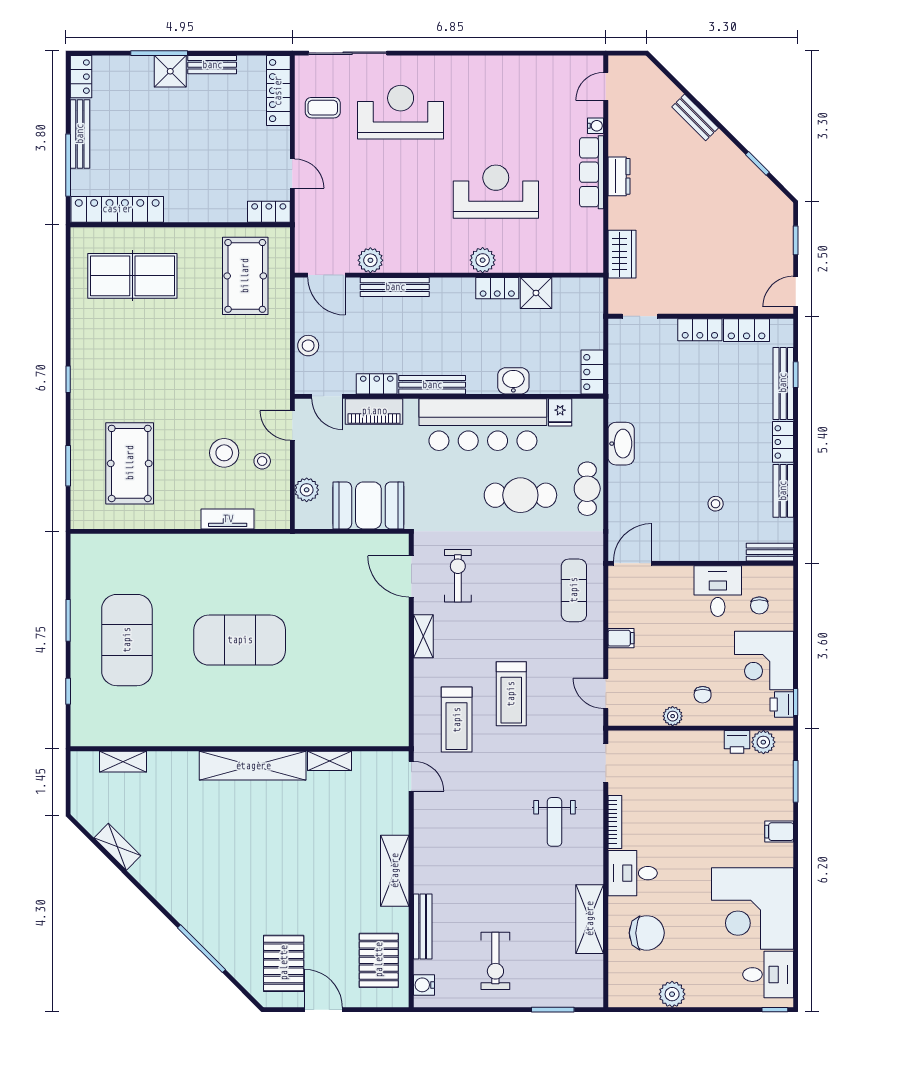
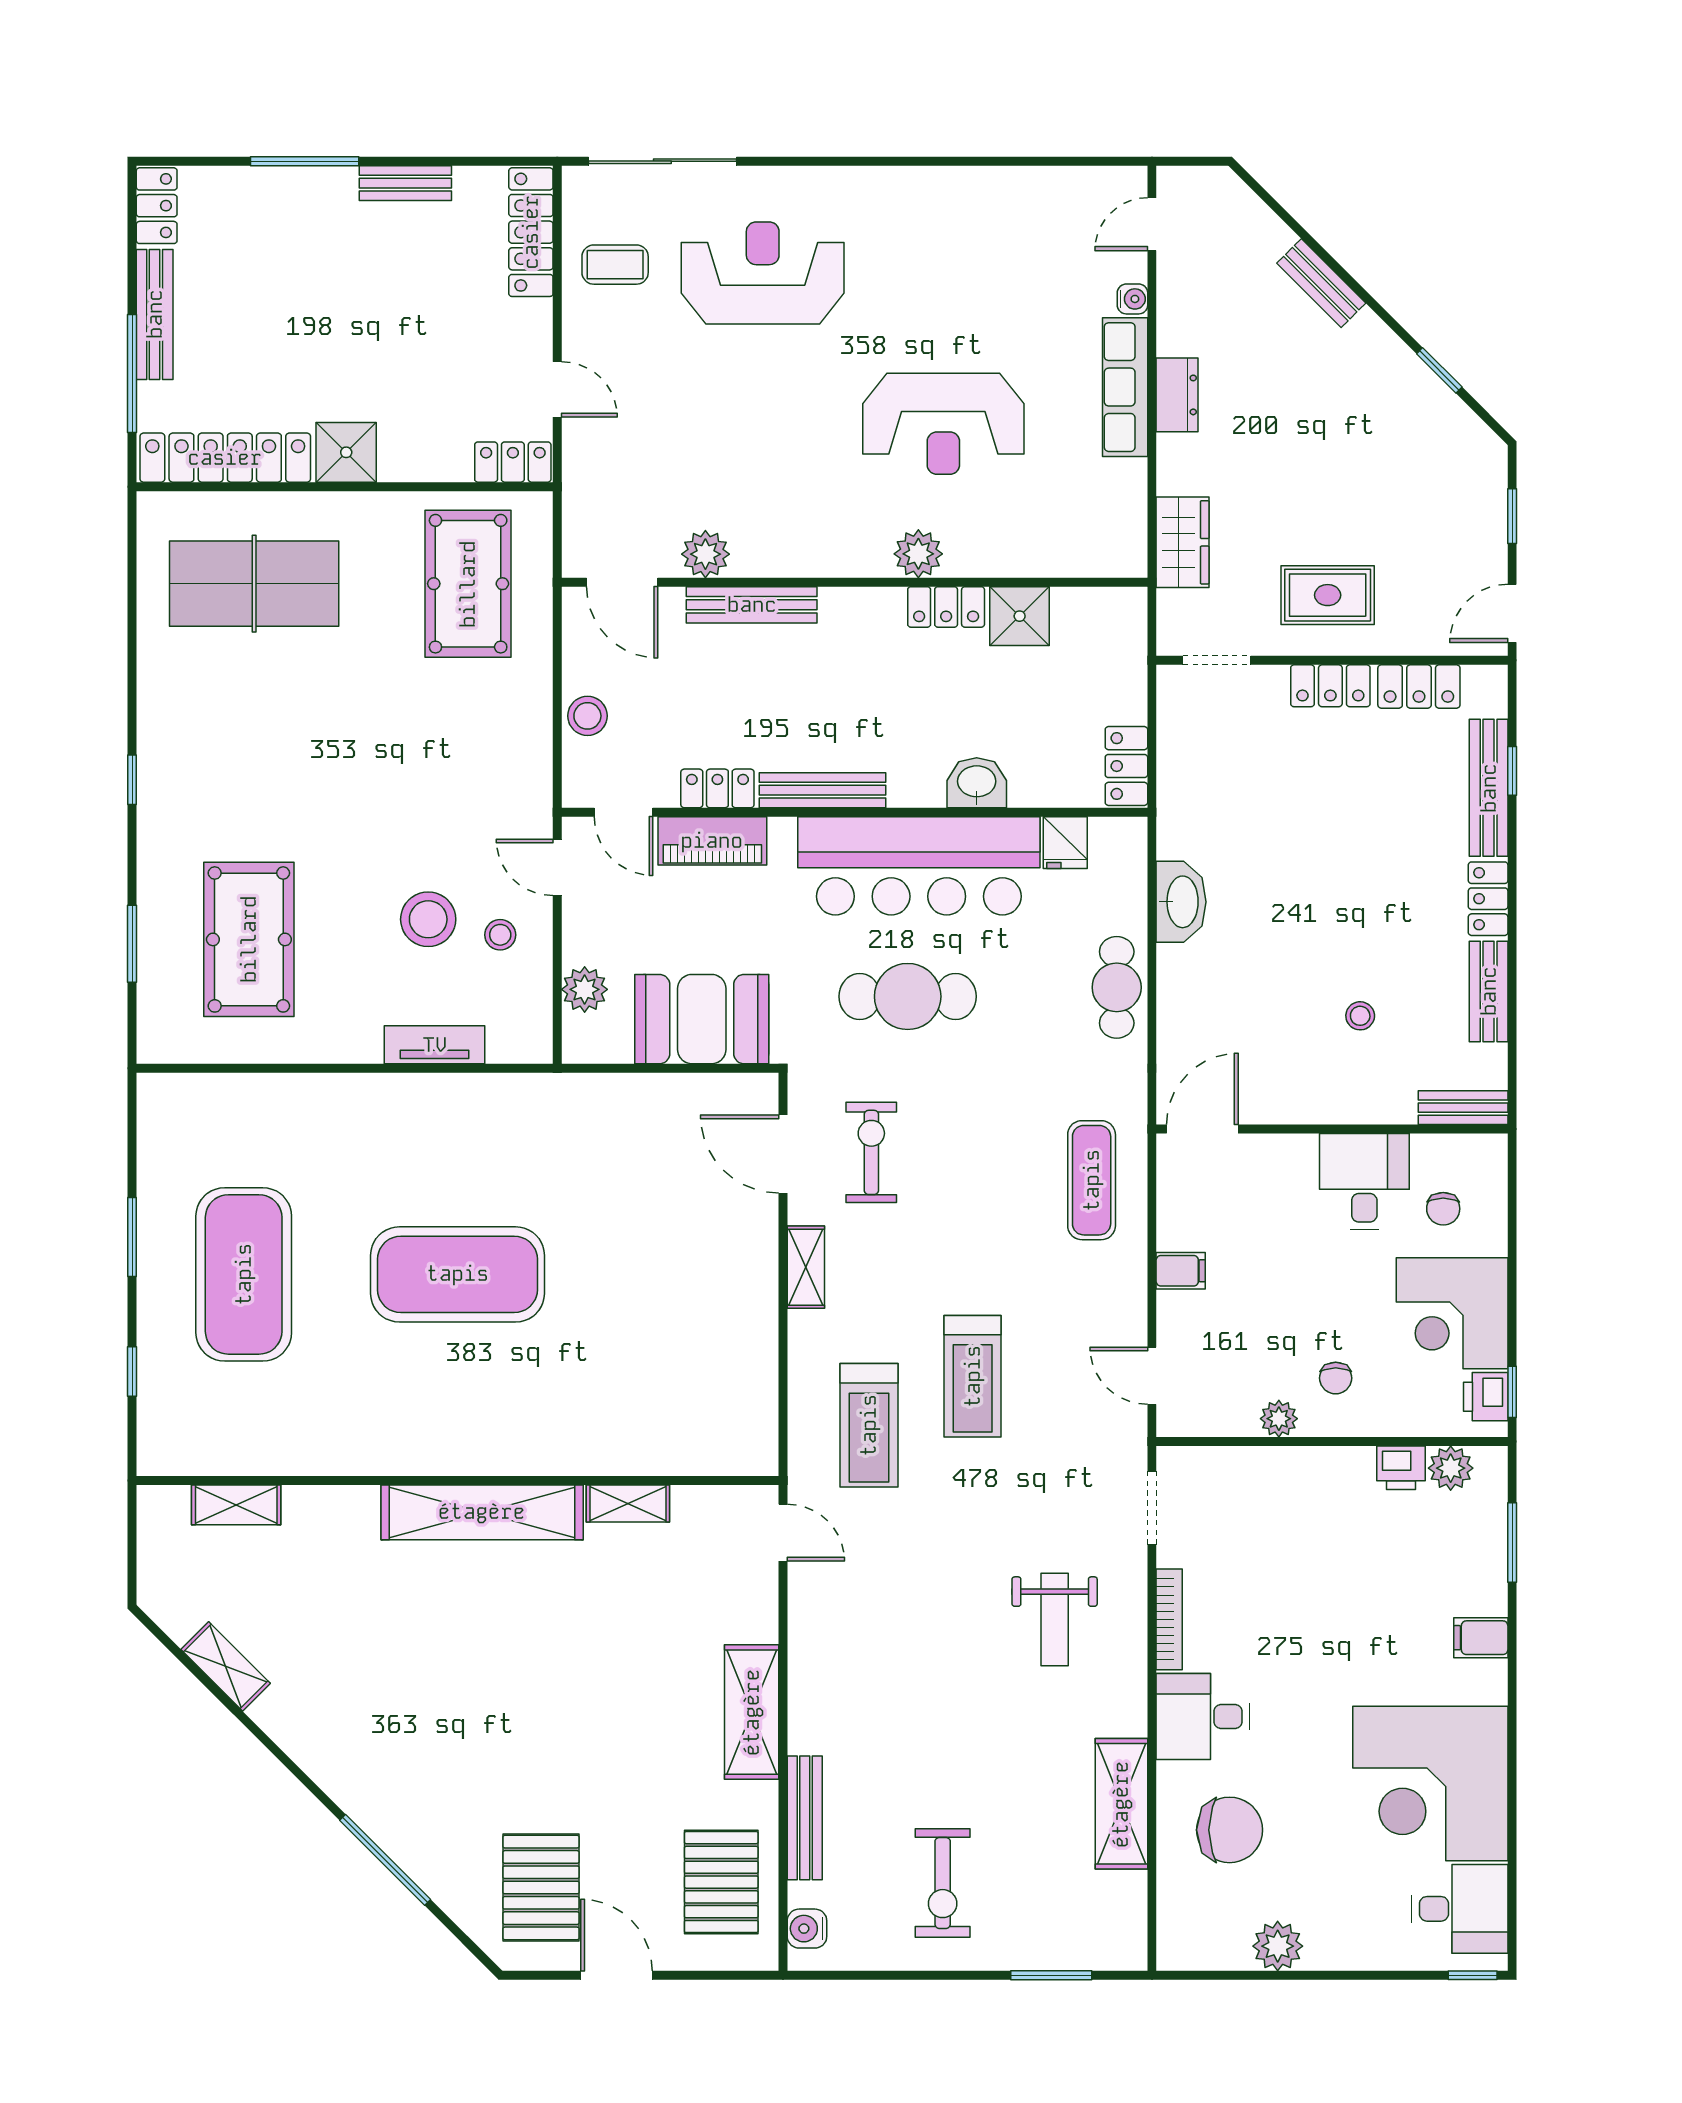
shower: (170, 71) -> (346, 452), moved
reception desk: (496, 192) -> (943, 424), turned 180
rug: (698, 282) -> (1328, 595), added
cafe table: (520, 495) -> (908, 996), moved

